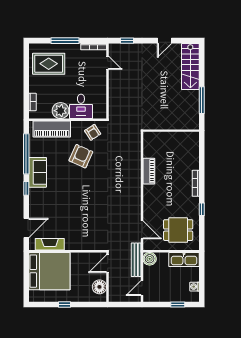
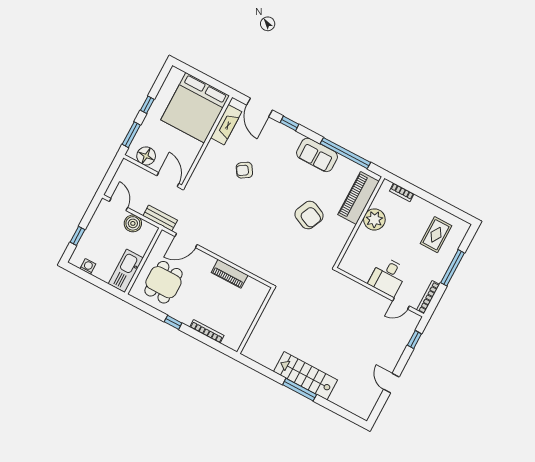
rug: (49, 64) -> (436, 235), width x0.73, depth x0.70
stairs: (190, 67) -> (305, 376), moved
desk: (81, 106) -> (388, 277), moved, turned -90
wall: (171, 131) -> (256, 321), moved
armchair: (93, 132) -> (244, 170), moved
piano: (149, 171) -> (230, 274), moved
window: (26, 188) -> (289, 123), moved
boiler: (150, 259) -> (133, 223), moved
bench: (136, 260) -> (160, 218), width x0.73
window: (90, 304) -> (131, 135), added

